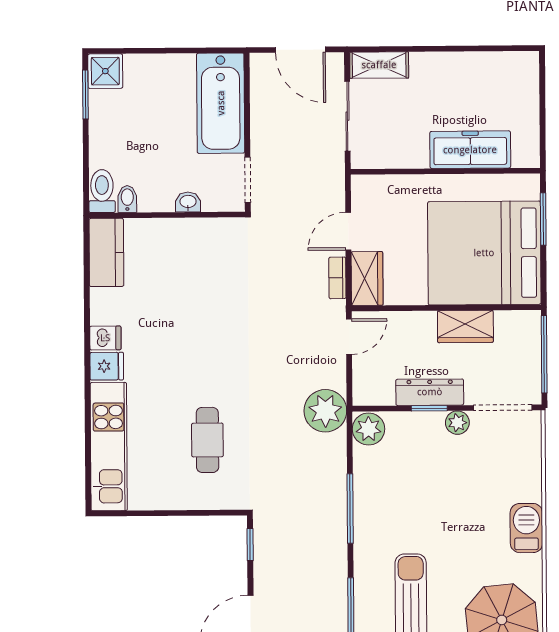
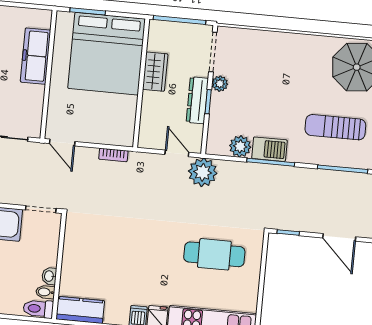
washbasin: (188, 202) -> (49, 276), moved
door: (348, 231) -> (62, 143), moved
wardrobe: (367, 278) -> (116, 135), removed
door: (349, 337) -> (177, 153), moved
plant: (369, 429) -> (240, 146), moved
cafe table: (207, 440) -> (214, 254), width x1.37, depth x1.35
barbecue: (526, 528) -> (269, 149), moved, turned 180

